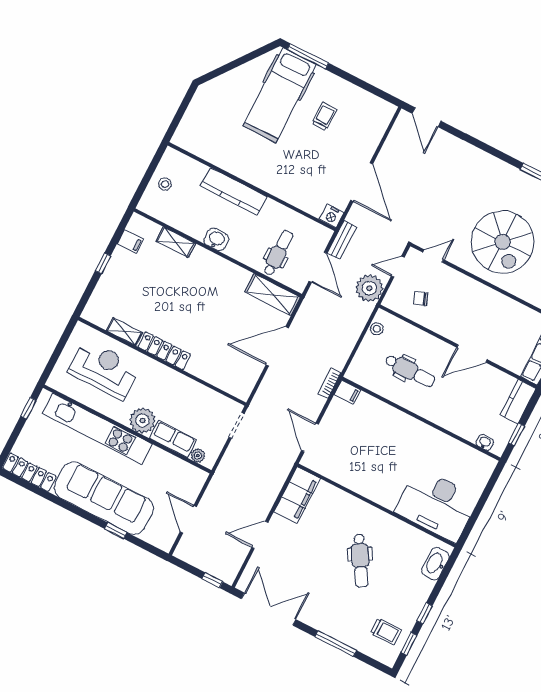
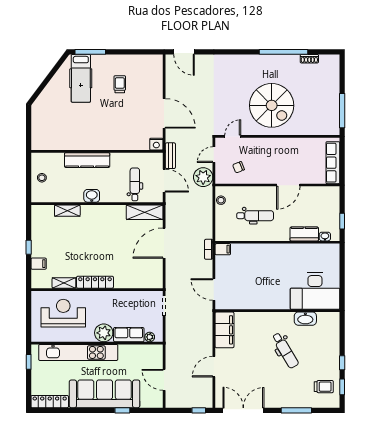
hospital bed: (279, 95) -> (81, 78), width x0.73, depth x0.78
filing cabinet: (130, 242) -> (39, 264), moved
kitchen counter: (518, 402) -> (304, 234), moved, turned 90
washbasin: (435, 564) -> (305, 319), moved, turned -90

